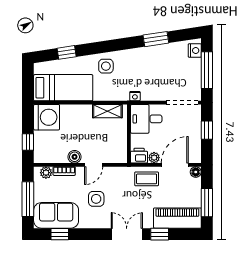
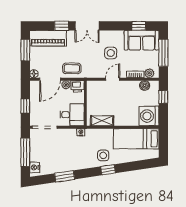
window: (67, 52) -> (108, 170), moved
boiler: (75, 157) -> (145, 85), moved

